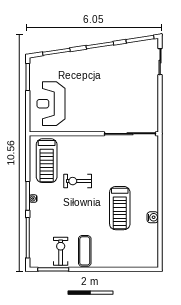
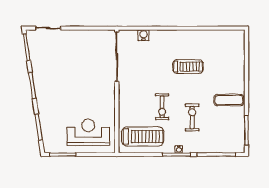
reception desk: (51, 104) -> (88, 132), turned 180
treadmill: (120, 208) -> (188, 67), width x0.73, depth x0.73
water cooler: (153, 217) -> (143, 35), moved
exercise bike: (61, 251) -> (192, 117), moved, turned 90

